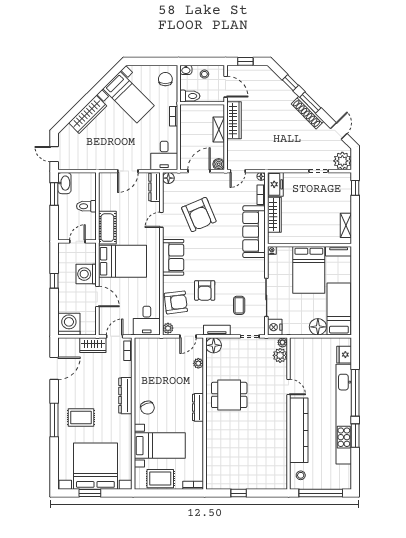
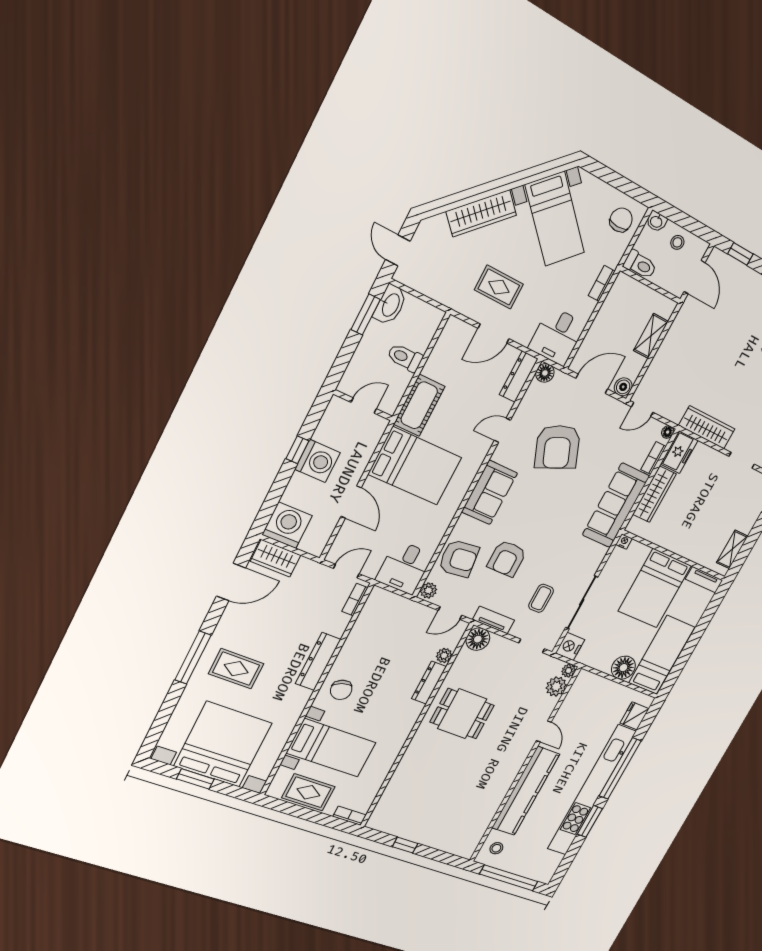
wardrobe: (234, 120) -> (707, 427), moved, turned -90
rug: (117, 146) -> (499, 287), added
washing machine: (86, 274) -> (318, 461), moved, turned 180
wardrobe: (93, 345) -> (276, 558), moved
dresser: (198, 407) -> (429, 683), moved

